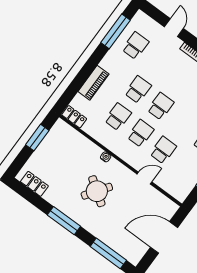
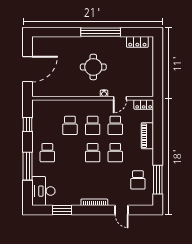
window: (37, 138) -> (158, 73), removed
door: (144, 178) -> (120, 98), moved
round table: (97, 191) -> (93, 67), turned -35
window: (64, 221) -> (101, 32), width x1.46
window: (108, 253) -> (56, 32), removed

